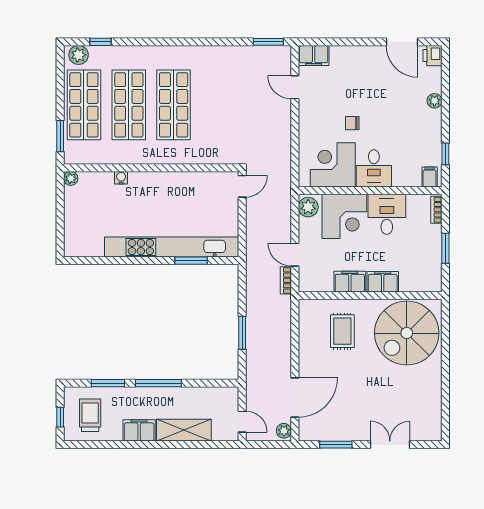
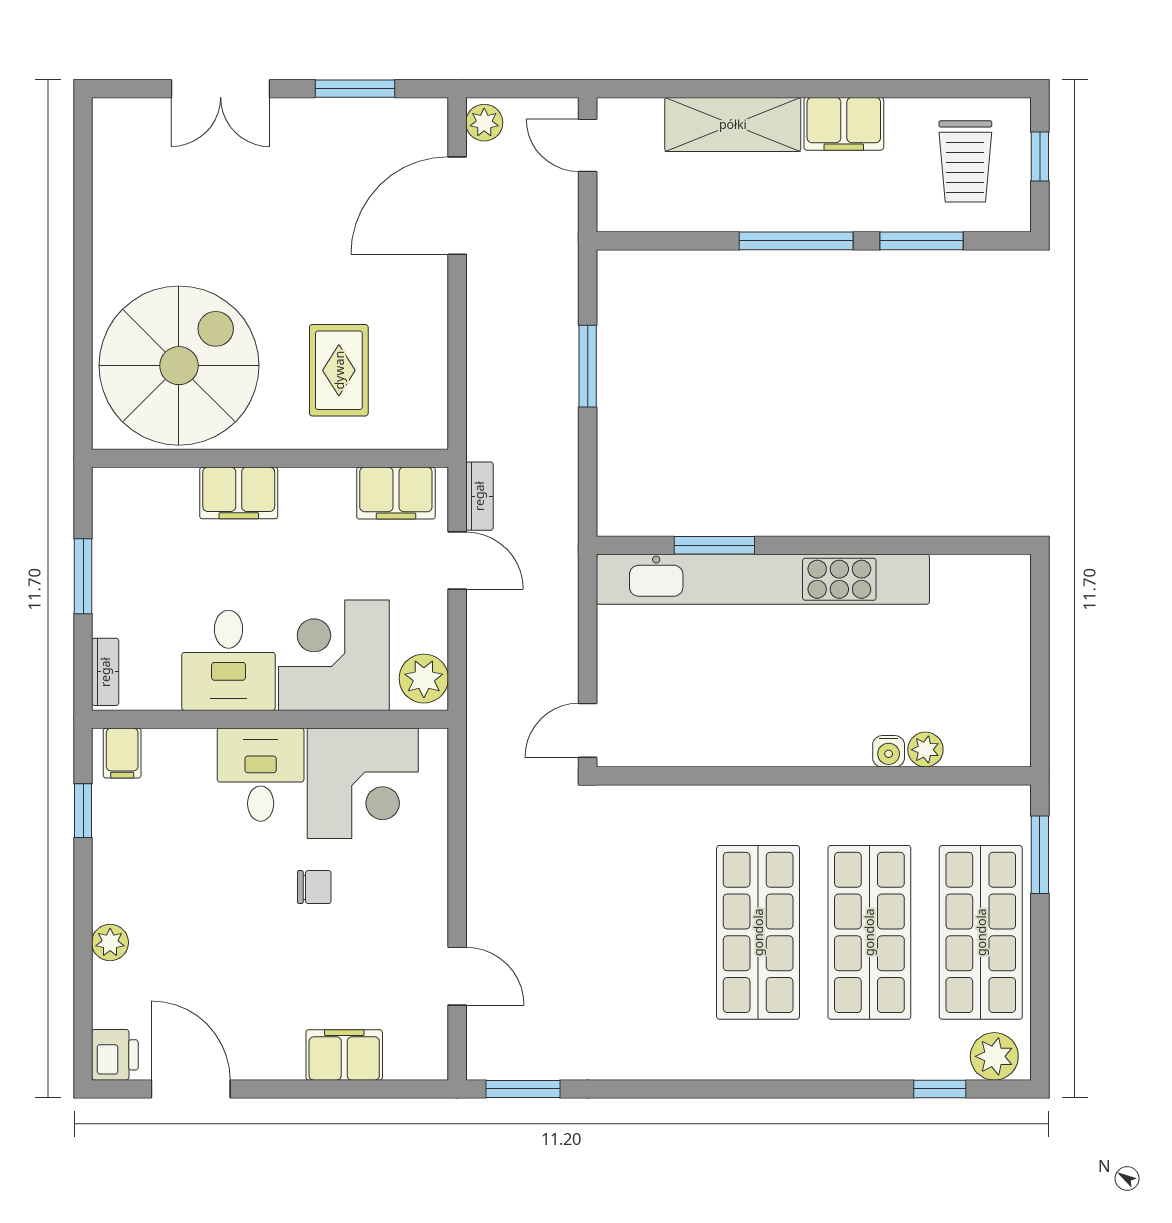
filing cabinet: (314, 56) -> (344, 1055), moved
plant: (71, 178) -> (925, 750), moved
filing cabinet: (350, 282) -> (396, 493), moved

